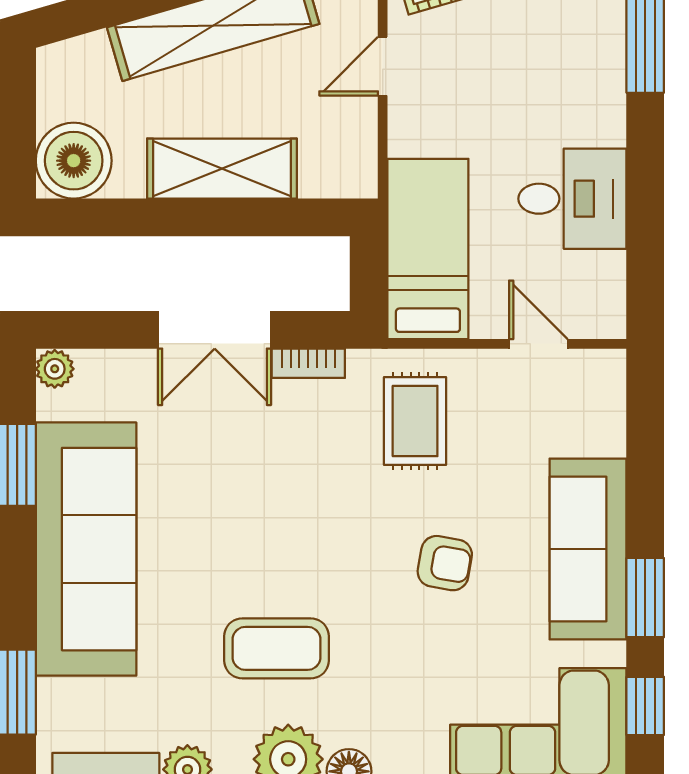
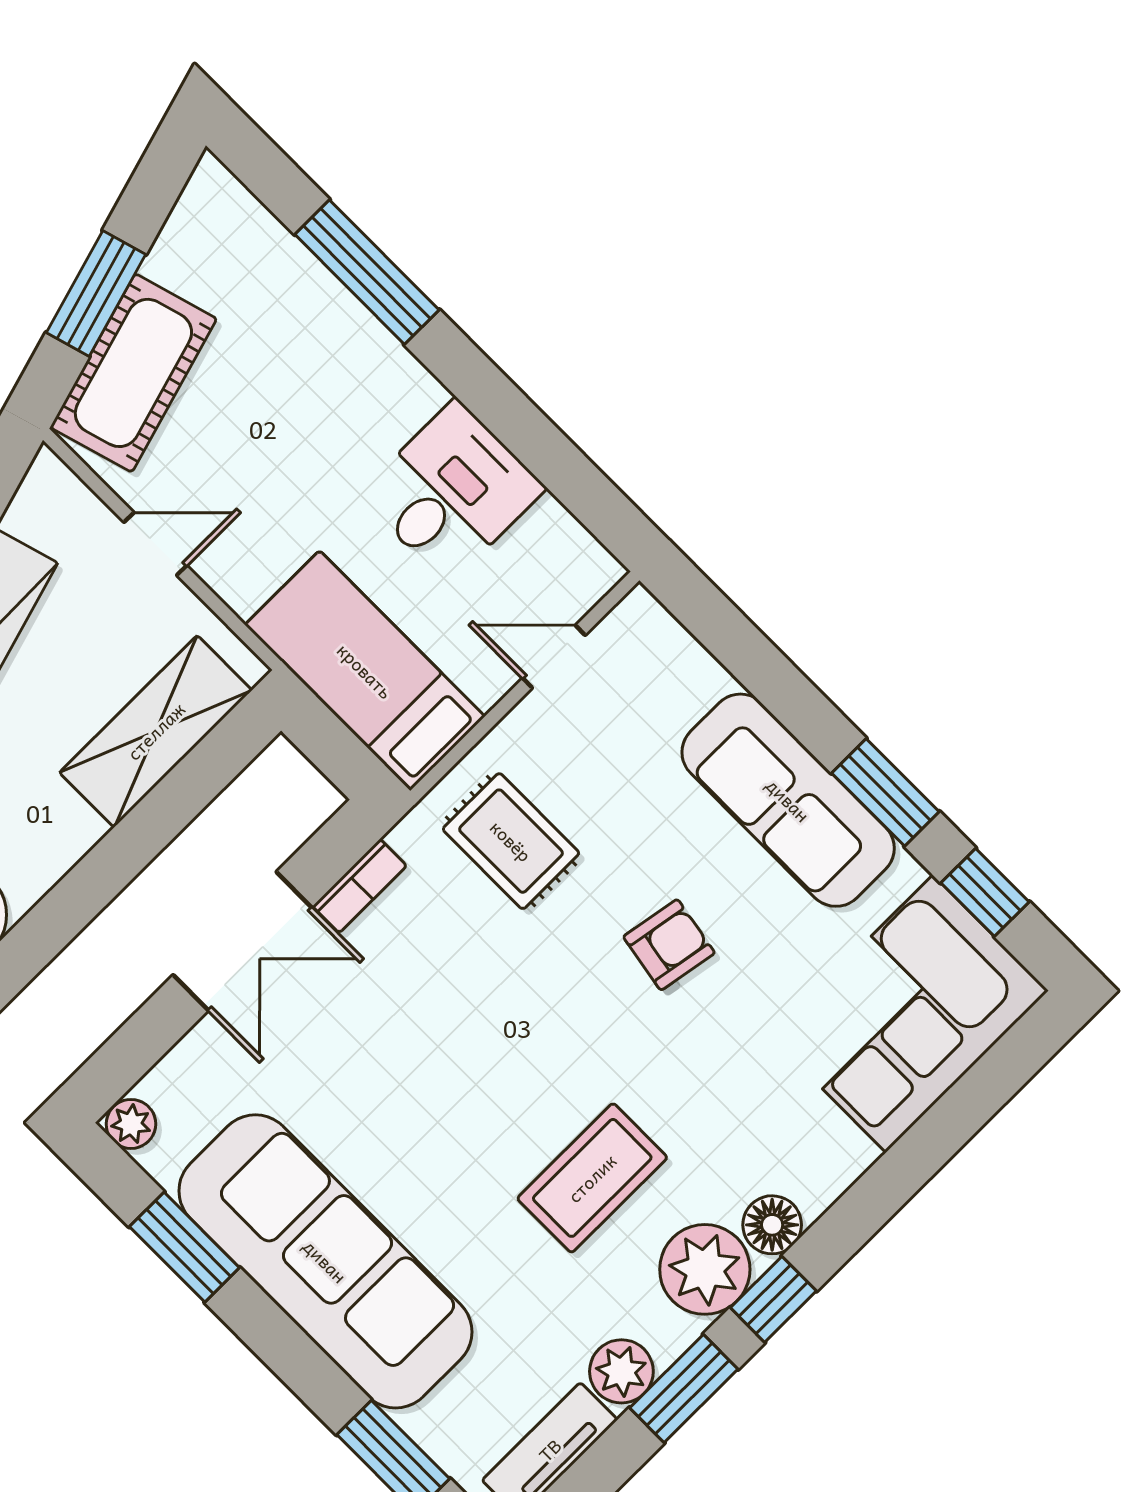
door: (383, 66) -> (155, 544), swing flipped
shelving: (222, 169) -> (156, 731), moved

